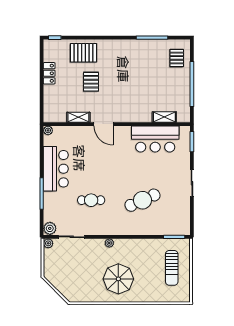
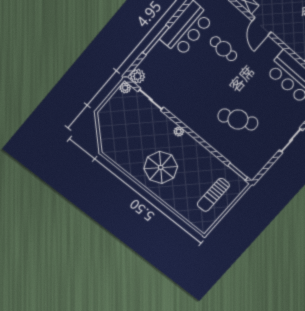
cafe table: (91, 200) -> (224, 49), moved

